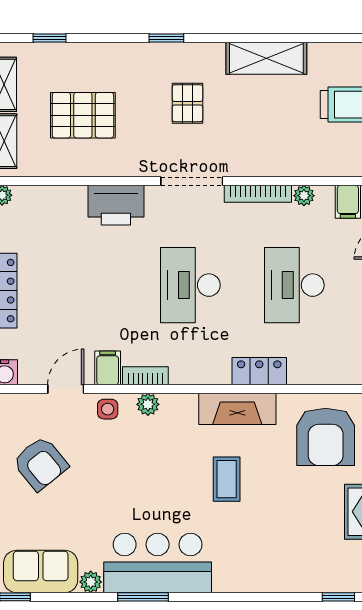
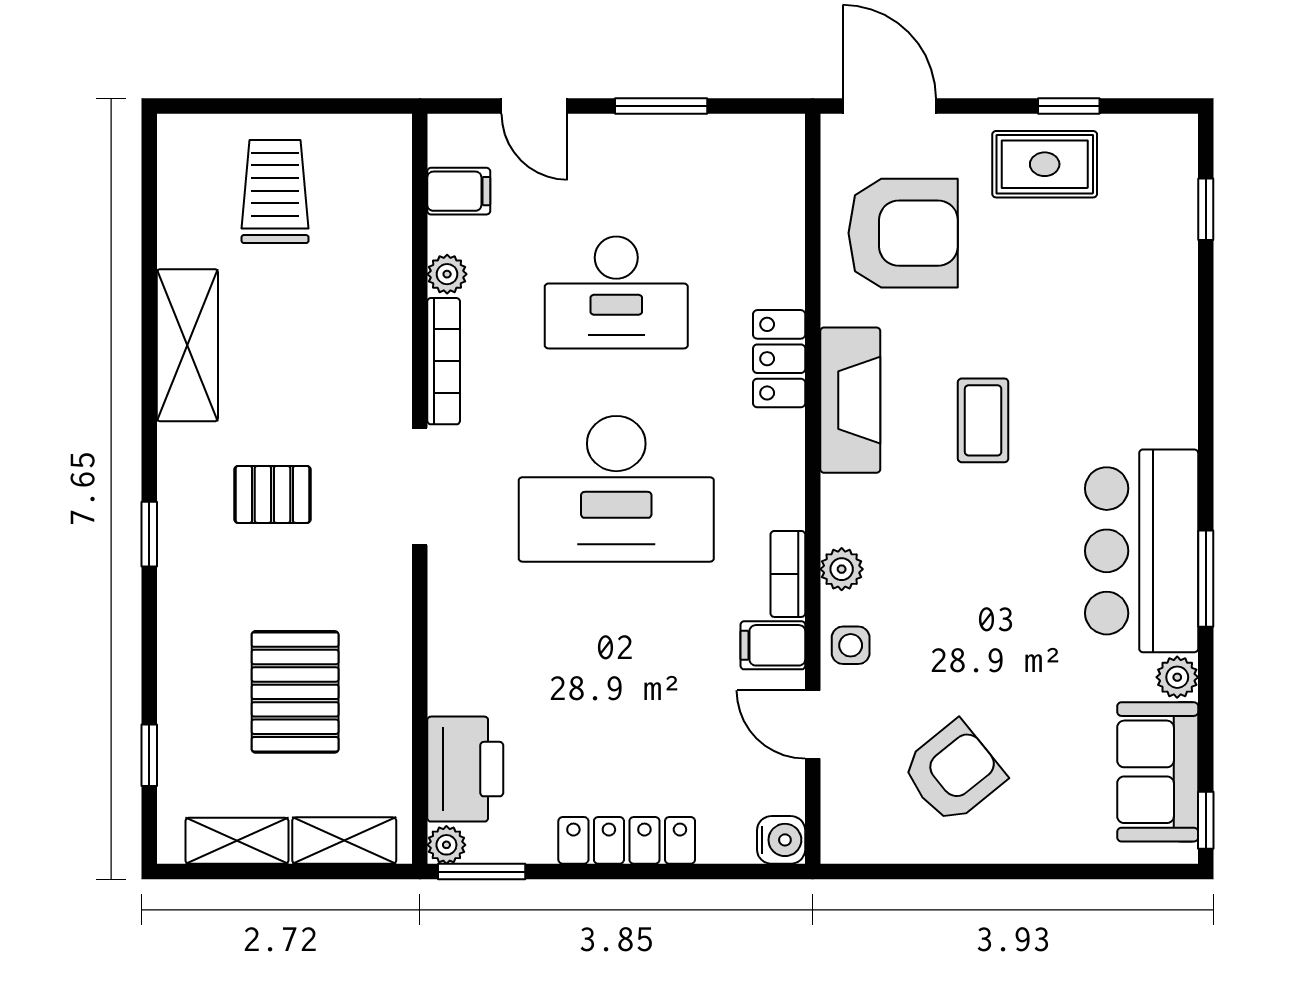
printer: (116, 205) -> (465, 769), moved
desk: (190, 285) -> (616, 489), width x1.36, depth x1.30
coffee table: (227, 479) -> (983, 420), turned 90

